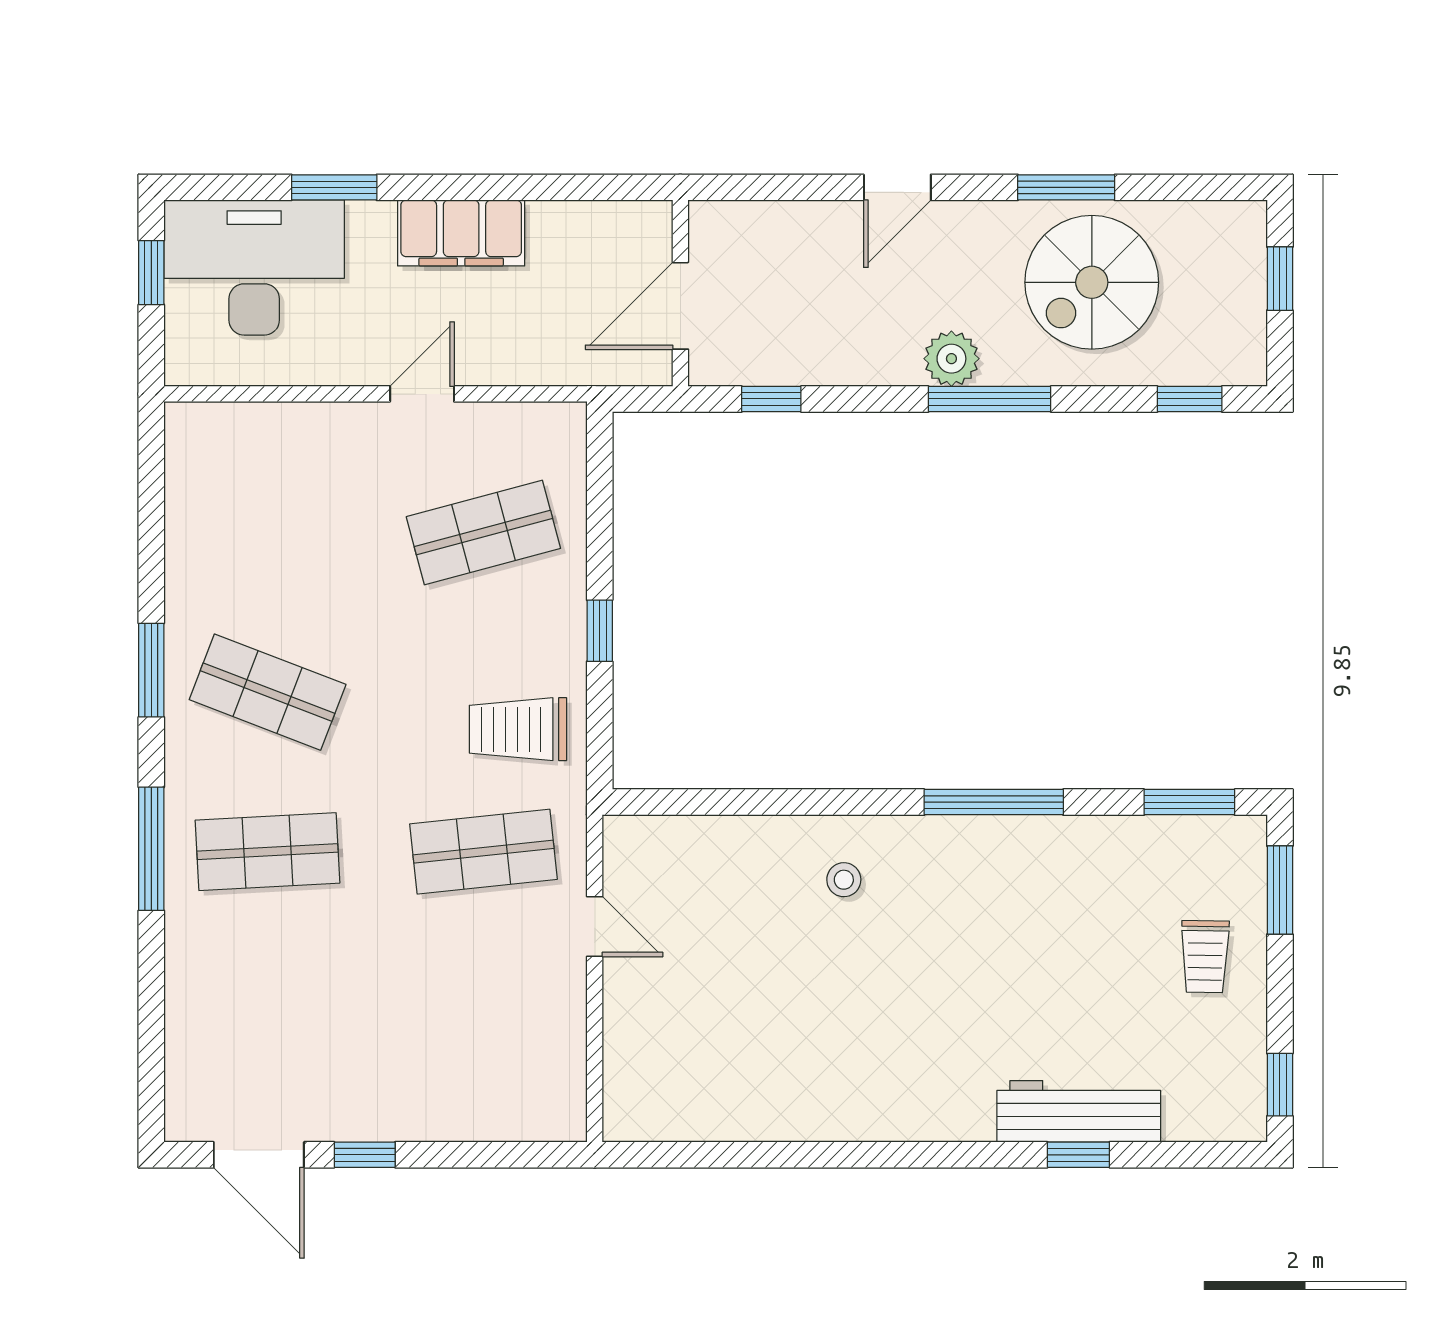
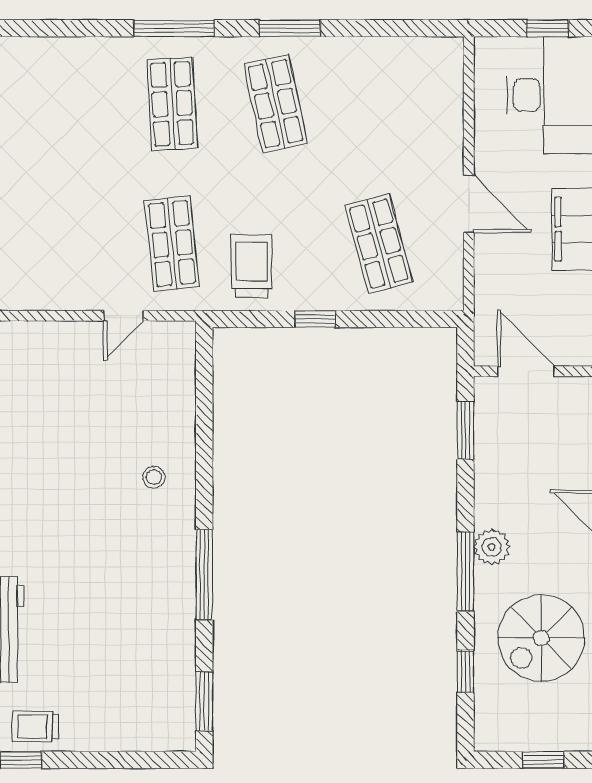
spiral stairs: (1092, 282) -> (541, 638), turned -90
door: (422, 394) -> (469, 204), width x1.38
window: (771, 399) -> (465, 430), width x1.50
window: (1190, 399) -> (465, 671), moved
shop shelf: (268, 692) -> (276, 104), turned -33
window: (1280, 890) -> (147, 760), removed
trolley: (1205, 957) -> (35, 726), moved

